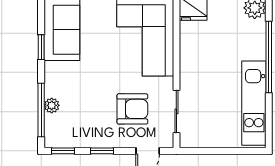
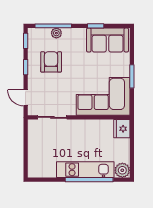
kitchen unit: (254, 103) -> (85, 170), moved
armchair: (132, 109) -> (51, 62), moved, turned 180

